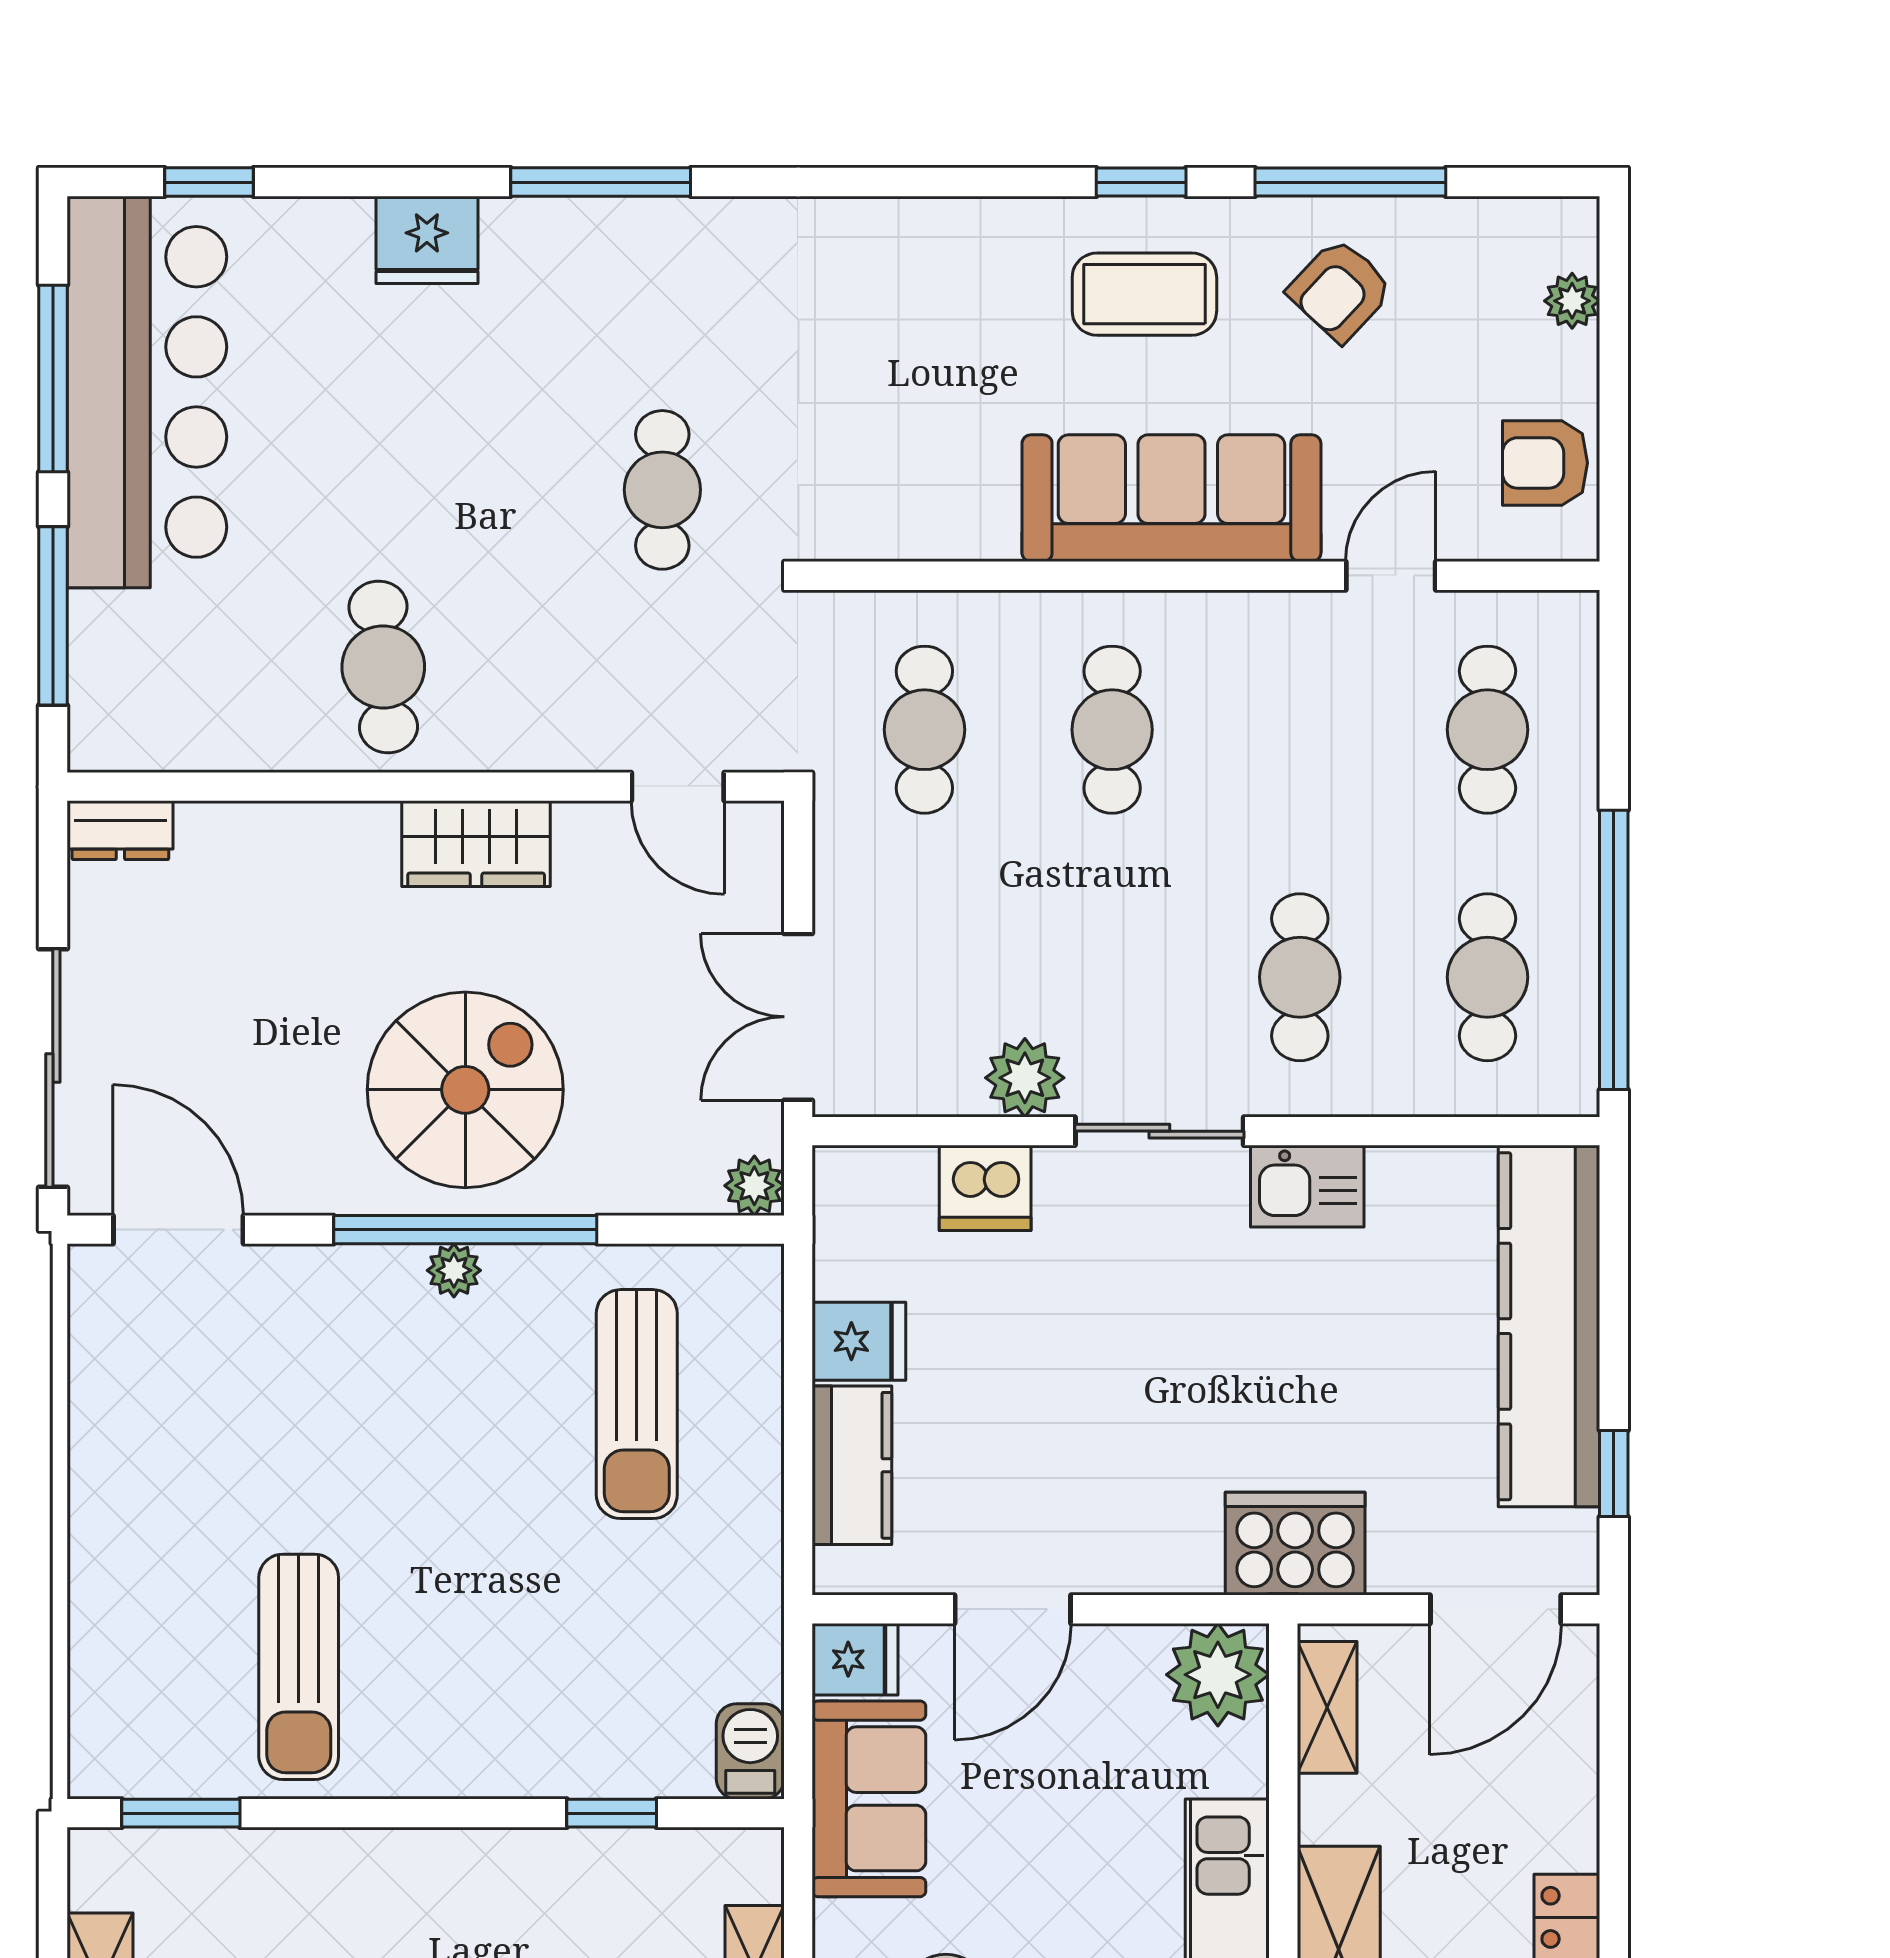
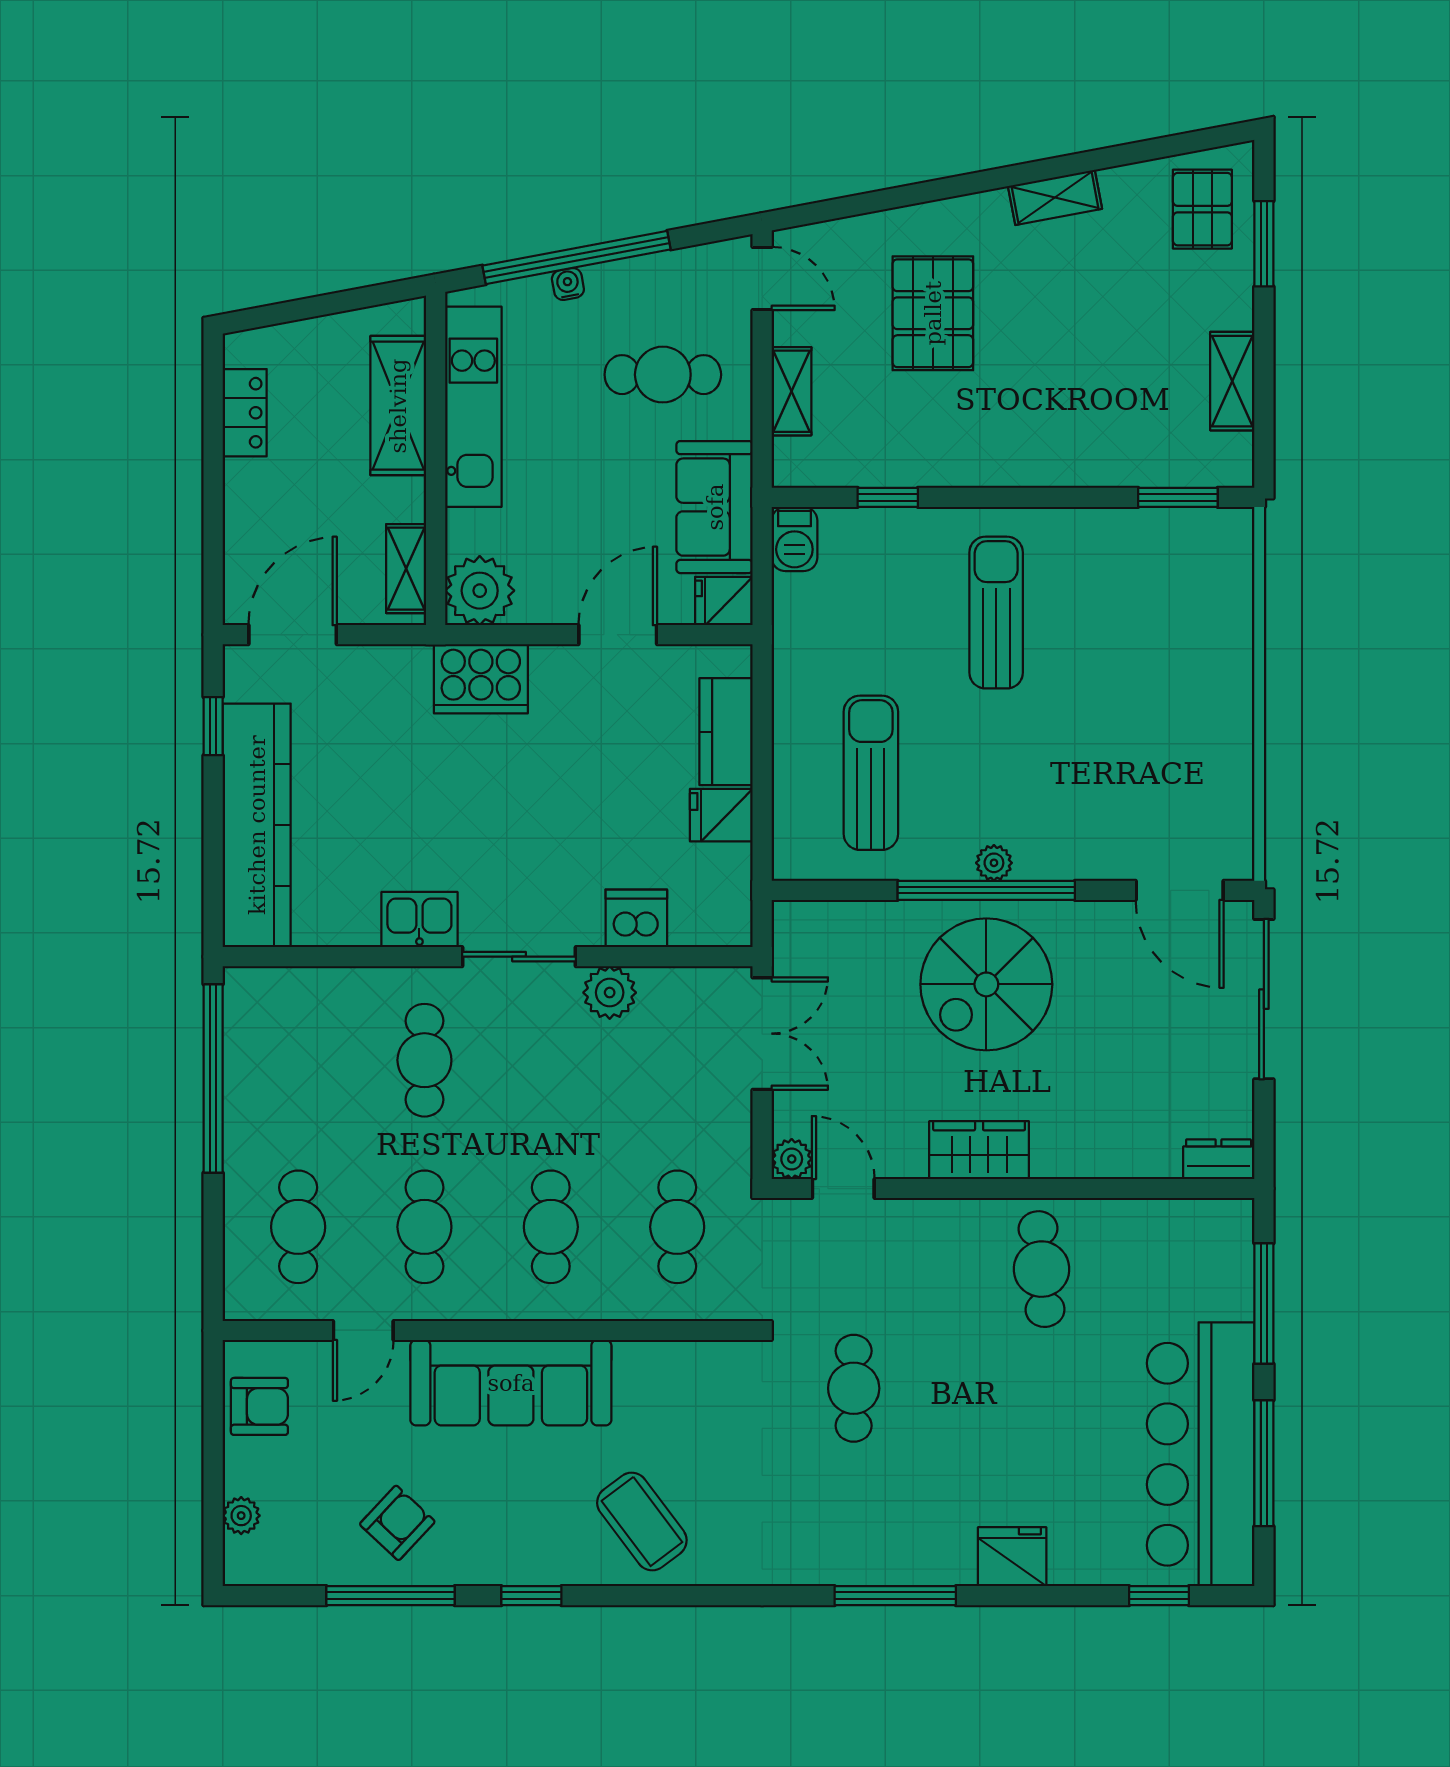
coffee table: (1144, 294) -> (642, 1522), moved, turned 53
cafe table: (1487, 977) -> (424, 1227), moved
plant: (754, 1186) -> (792, 1159), moved
cooker: (1295, 1544) -> (481, 679), moved
sun lounger: (299, 1667) -> (996, 613), moved

